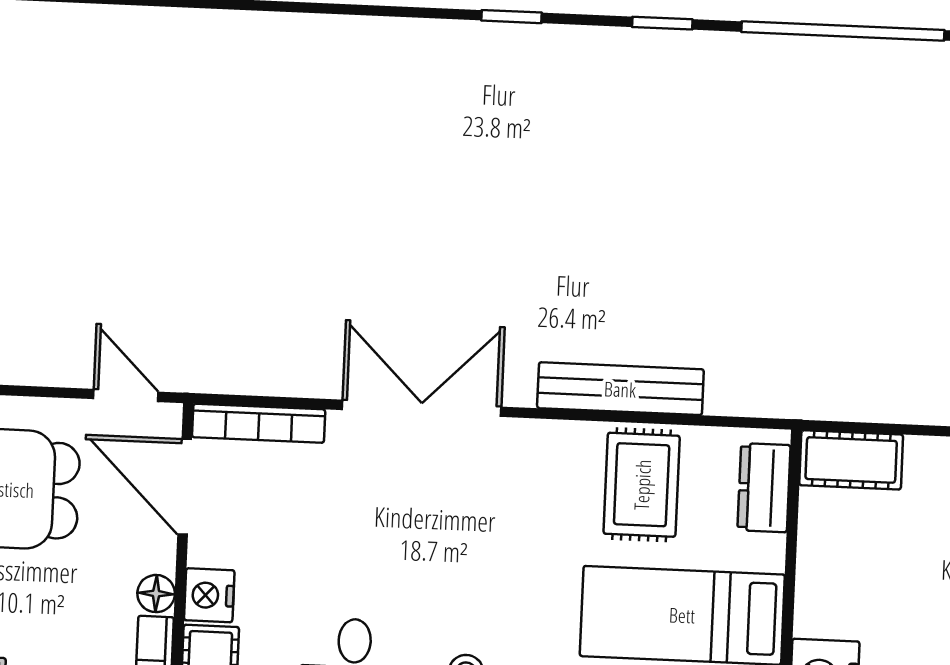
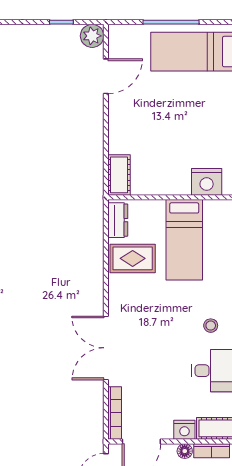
bench: (620, 389) -> (95, 269), removed
dresser: (764, 488) -> (118, 220), moved, turned -90

